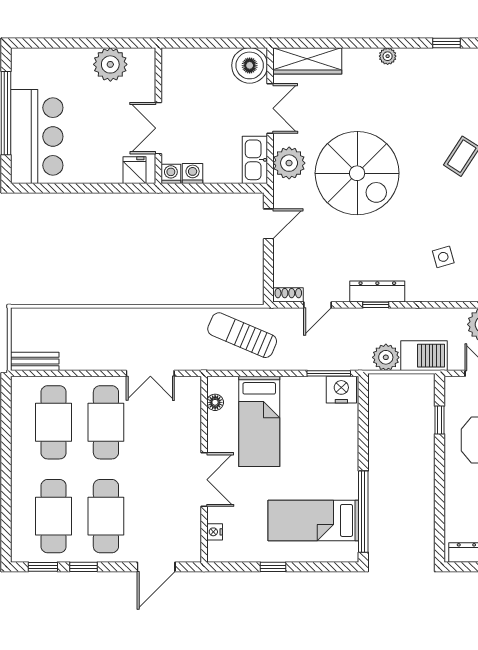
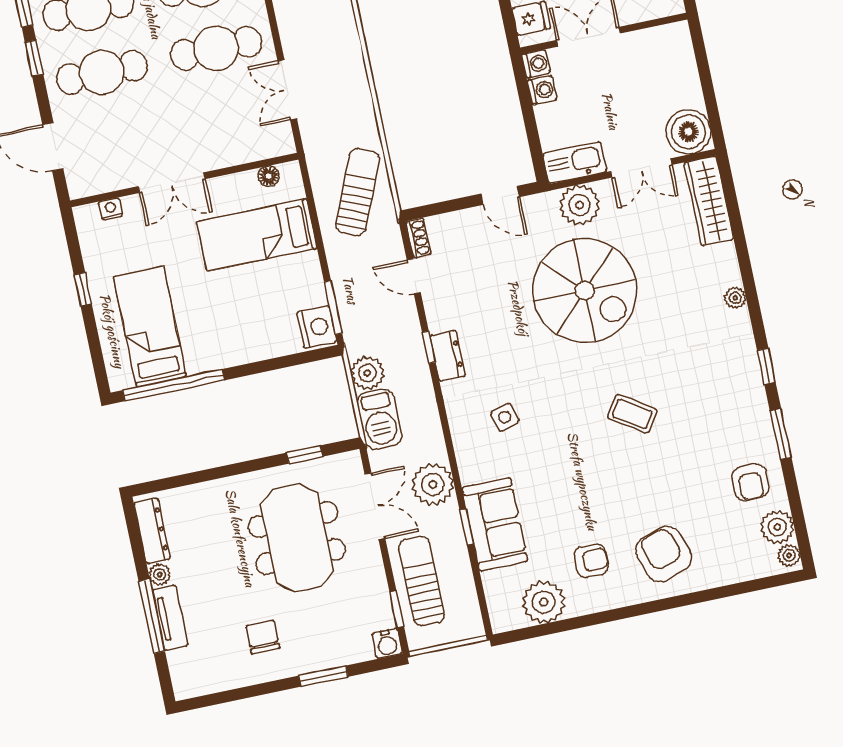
spiral stairs: (357, 173) -> (585, 291), turned -90
dresser: (377, 292) -> (448, 356), width x0.70

